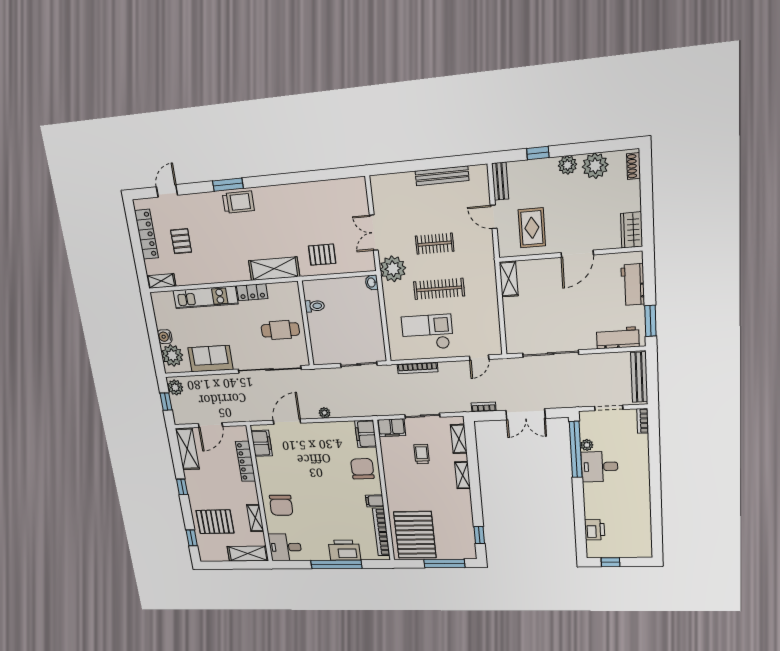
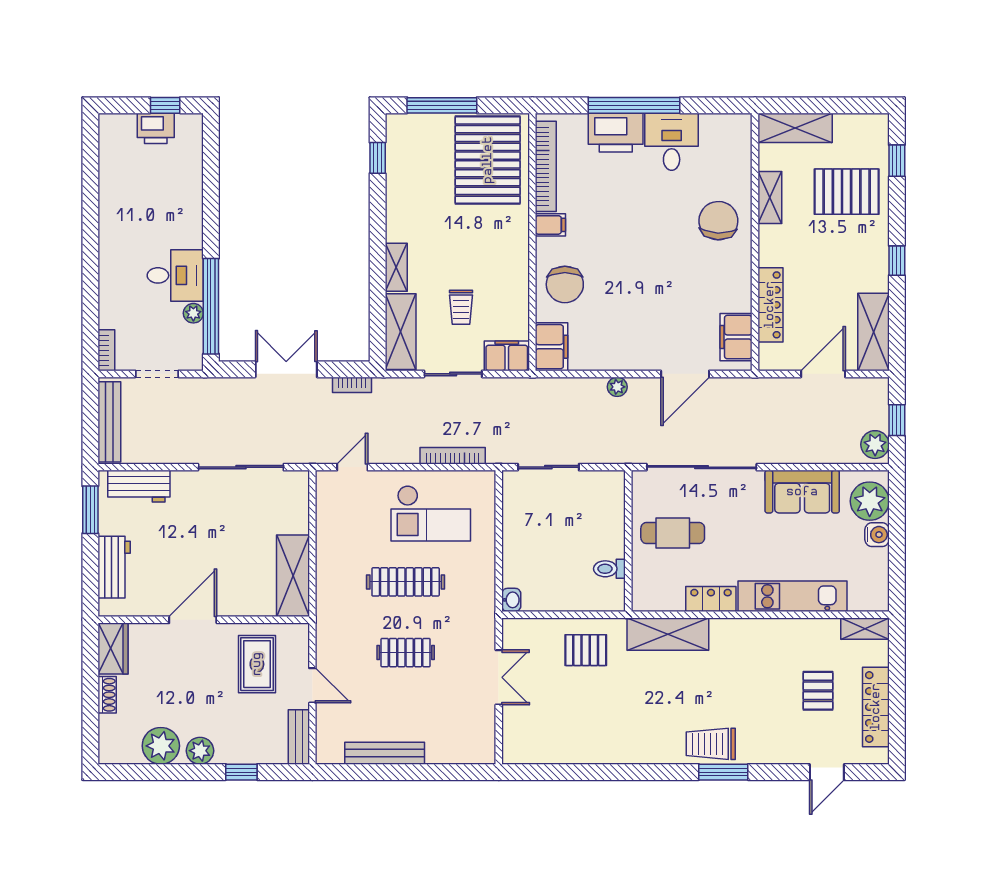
shoe rack: (634, 166) -> (107, 695), moved
plant: (393, 269) -> (475, 619), removed
shelving: (509, 279) -> (293, 576), width x1.50, depth x1.33
shelving: (459, 439) -> (401, 332), width x1.50, depth x1.33
printer: (595, 530) -> (156, 128), moved, turned -90
desk: (285, 547) -> (672, 142), moved, turned -90

